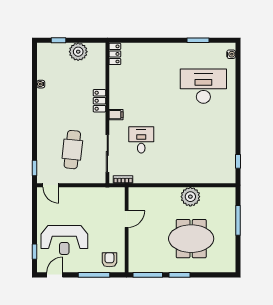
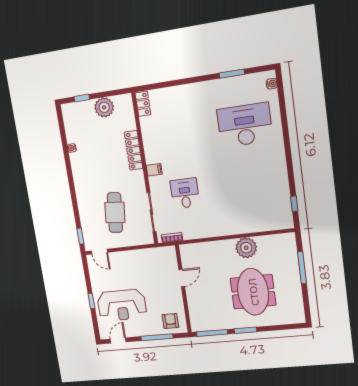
locker: (99, 101) -> (134, 150), width x1.53
meeting table: (191, 239) -> (253, 292), turned 90
window: (34, 252) -> (91, 301), moved

